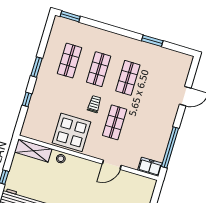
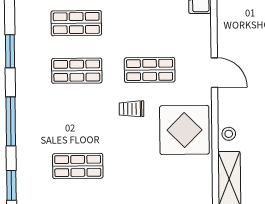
window: (109, 28) -> (11, 121), added
shop shelf: (99, 69) -> (76, 23), moved
door: (112, 165) -> (214, 73), moved

